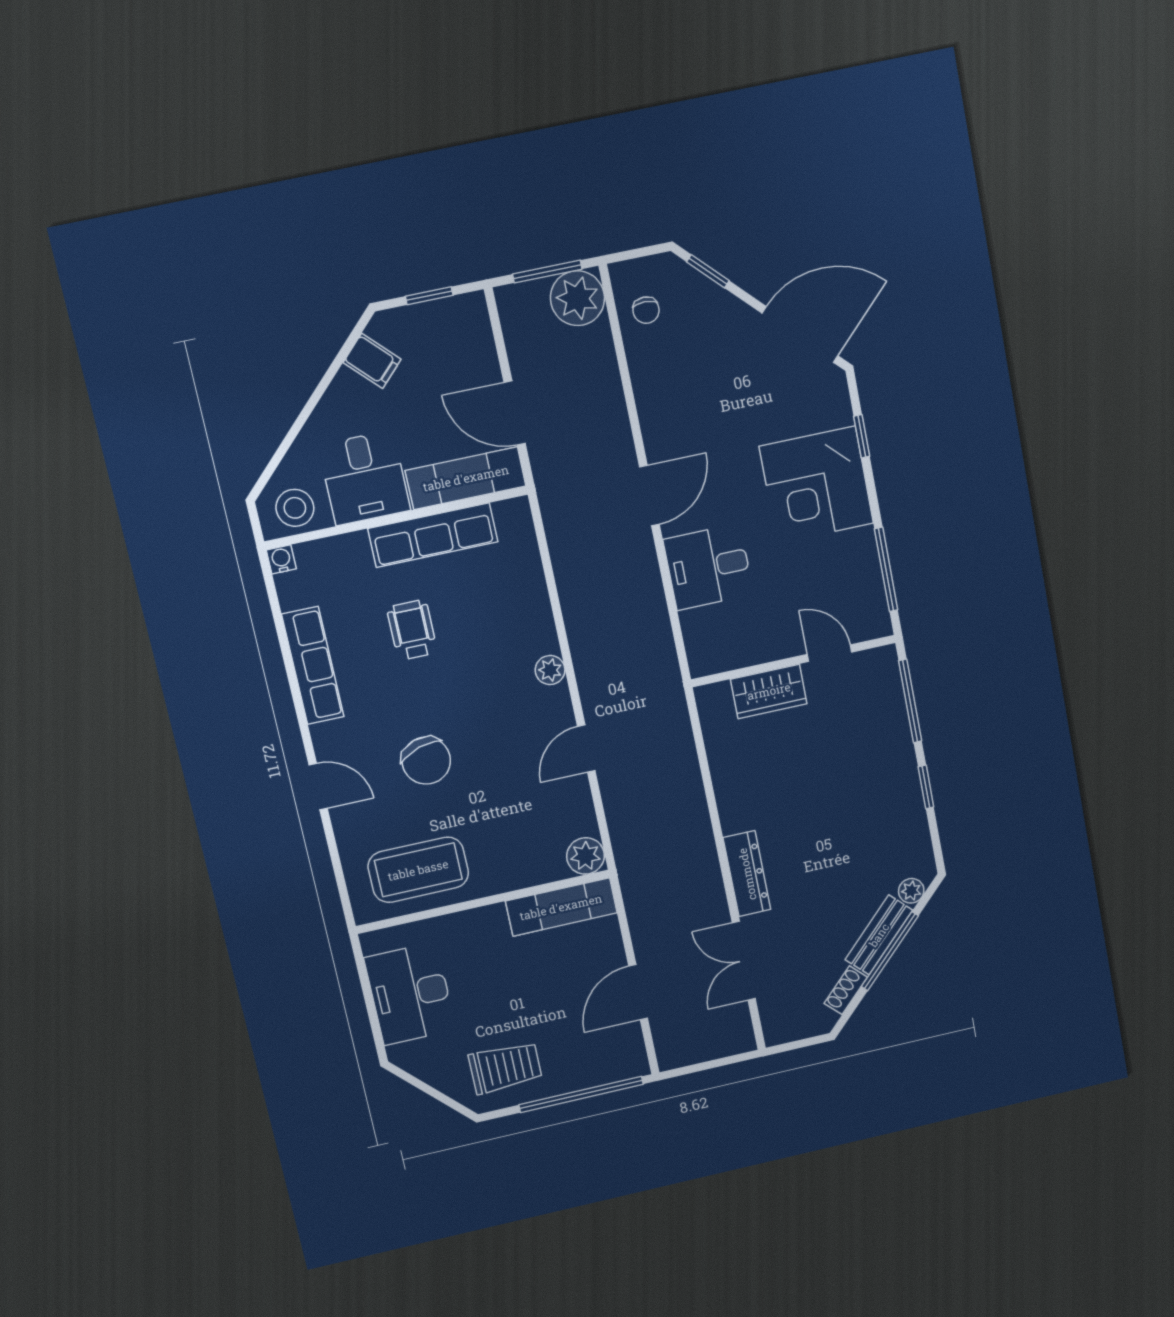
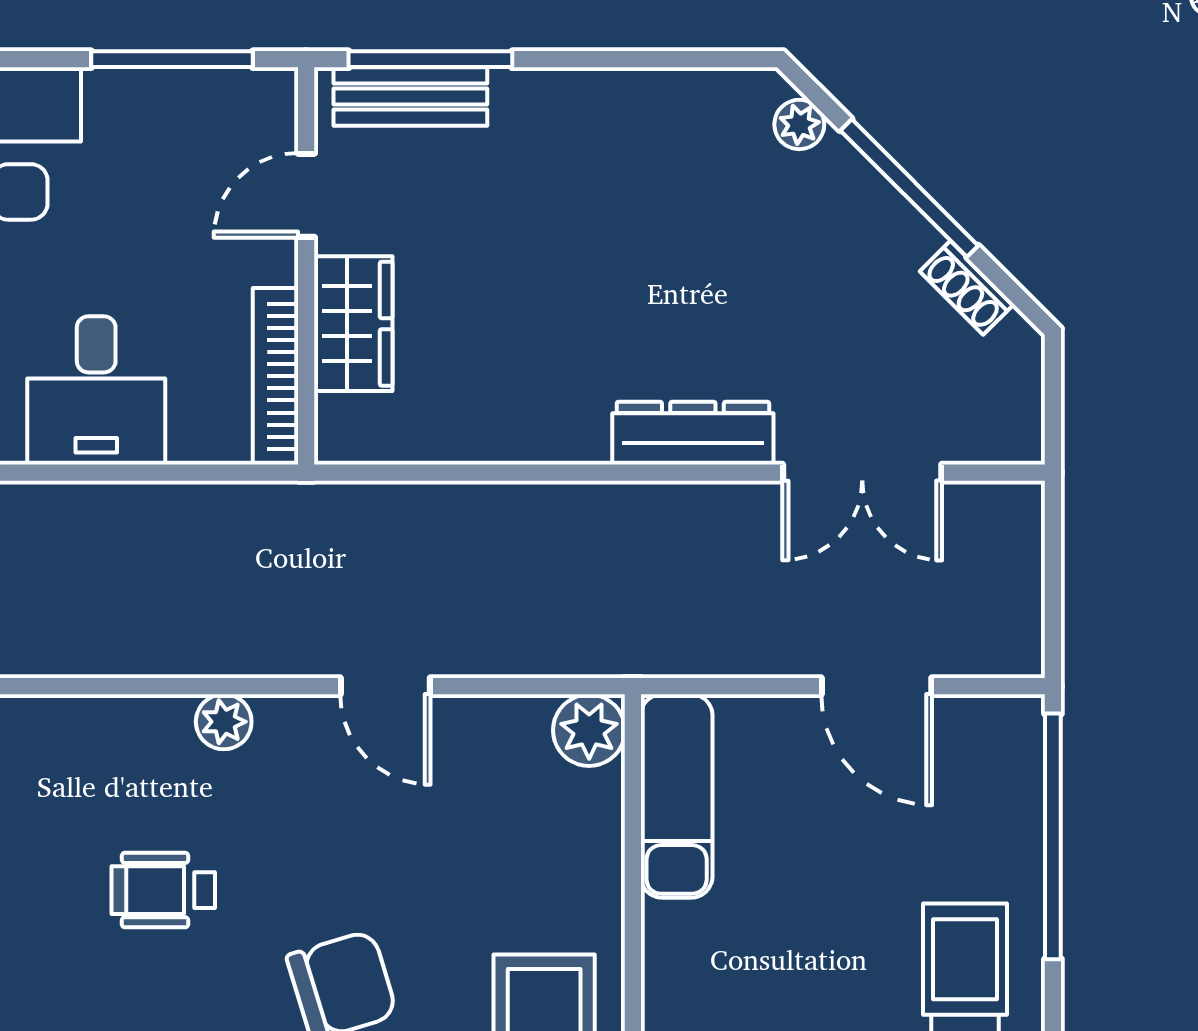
wheelchair: (412, 630) -> (163, 890), moved
bookcase: (734, 658) -> (275, 376), added
window: (926, 787) -> (603, 59), removed
bench: (879, 935) -> (410, 96), moved, turned -45

